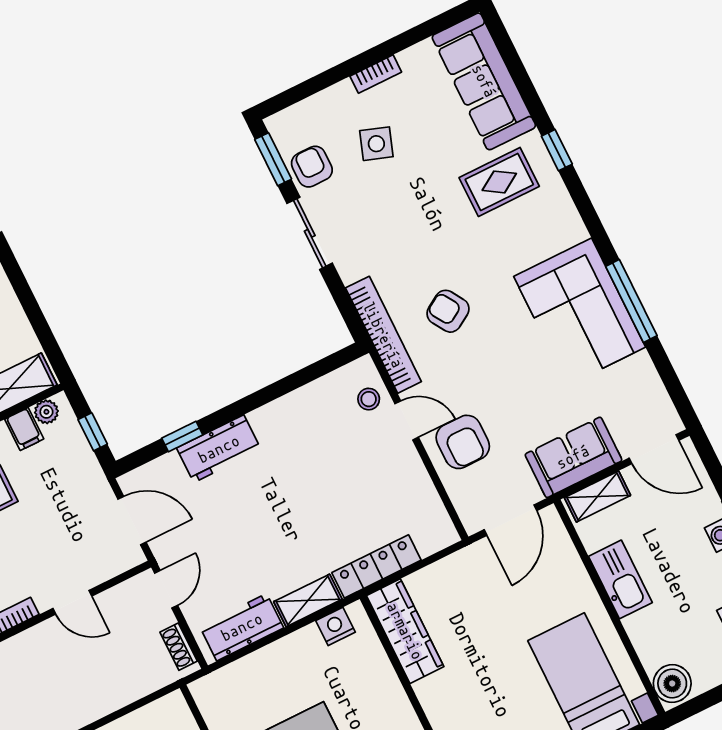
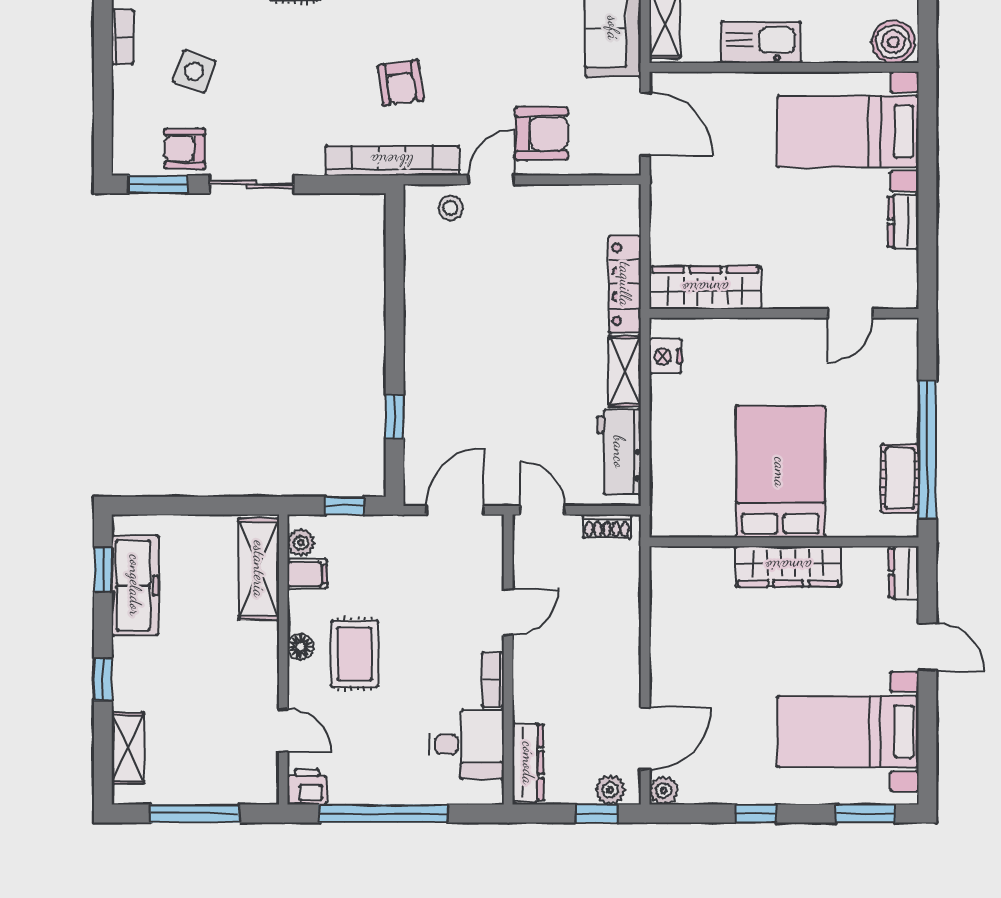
armchair: (448, 311) -> (401, 83), turned -66
workbench: (219, 449) -> (425, 386), removed

